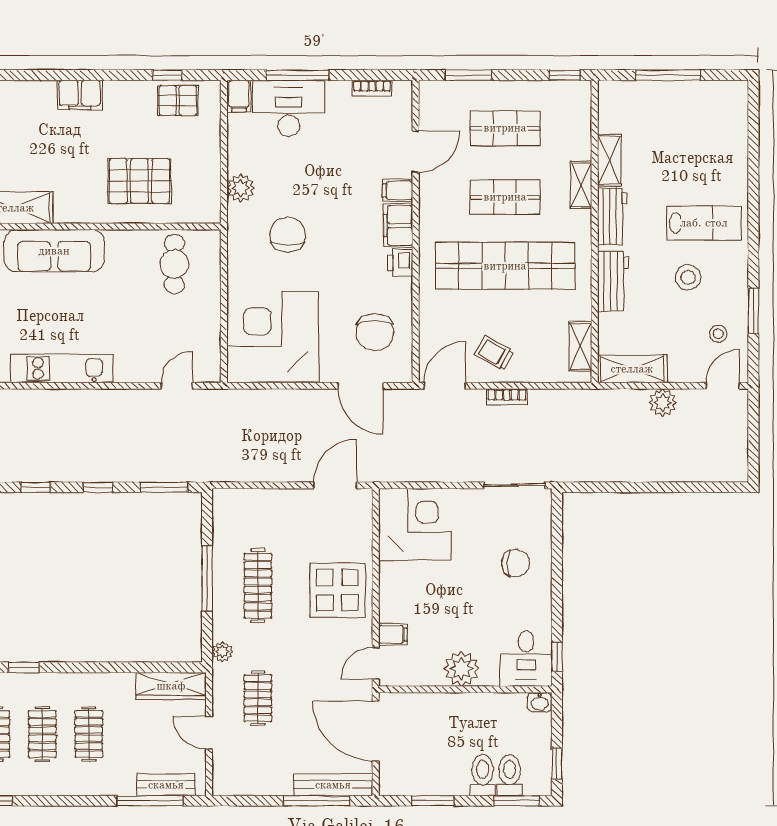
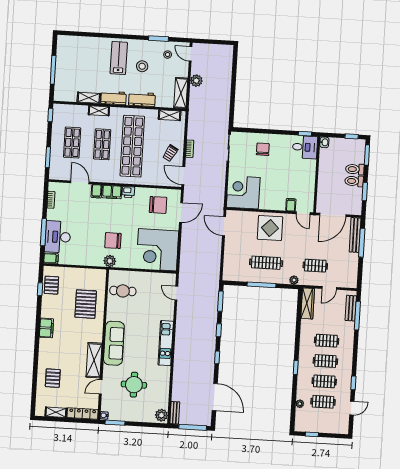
plant: (241, 188) -> (110, 261), moved
plant: (462, 669) -> (308, 176), removed
toilet: (510, 775) -> (354, 181), moved

